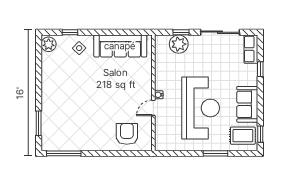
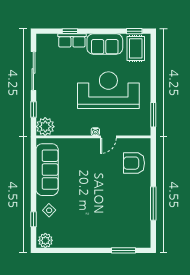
plant: (179, 44) -> (45, 127), moved
row of seats: (251, 49) -> (72, 40), moved
door: (153, 108) -> (108, 137), hinge flipped
window: (64, 153) -> (153, 204), moved
window: (216, 153) -> (153, 115), moved

